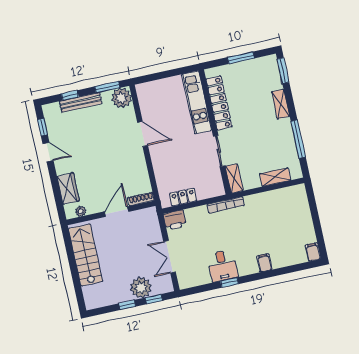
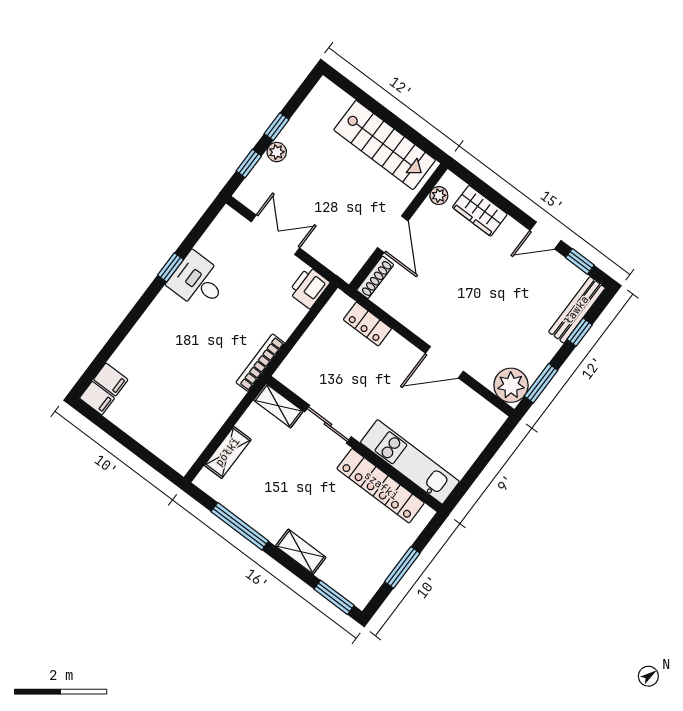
bench: (81, 102) -> (577, 310), moved
locker: (183, 197) -> (367, 324), moved, turned 90
filing cabinet: (264, 263) -> (111, 380), moved
plant: (141, 288) -> (277, 152), width x0.53, depth x0.53

